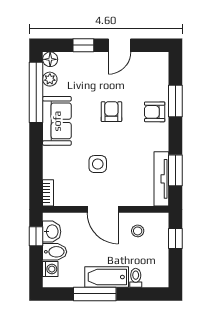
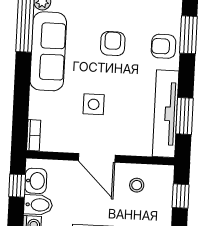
sofa: (57, 121) -> (48, 51), width x1.36
tv unit: (161, 179) -> (166, 114), width x1.36, depth x1.29

